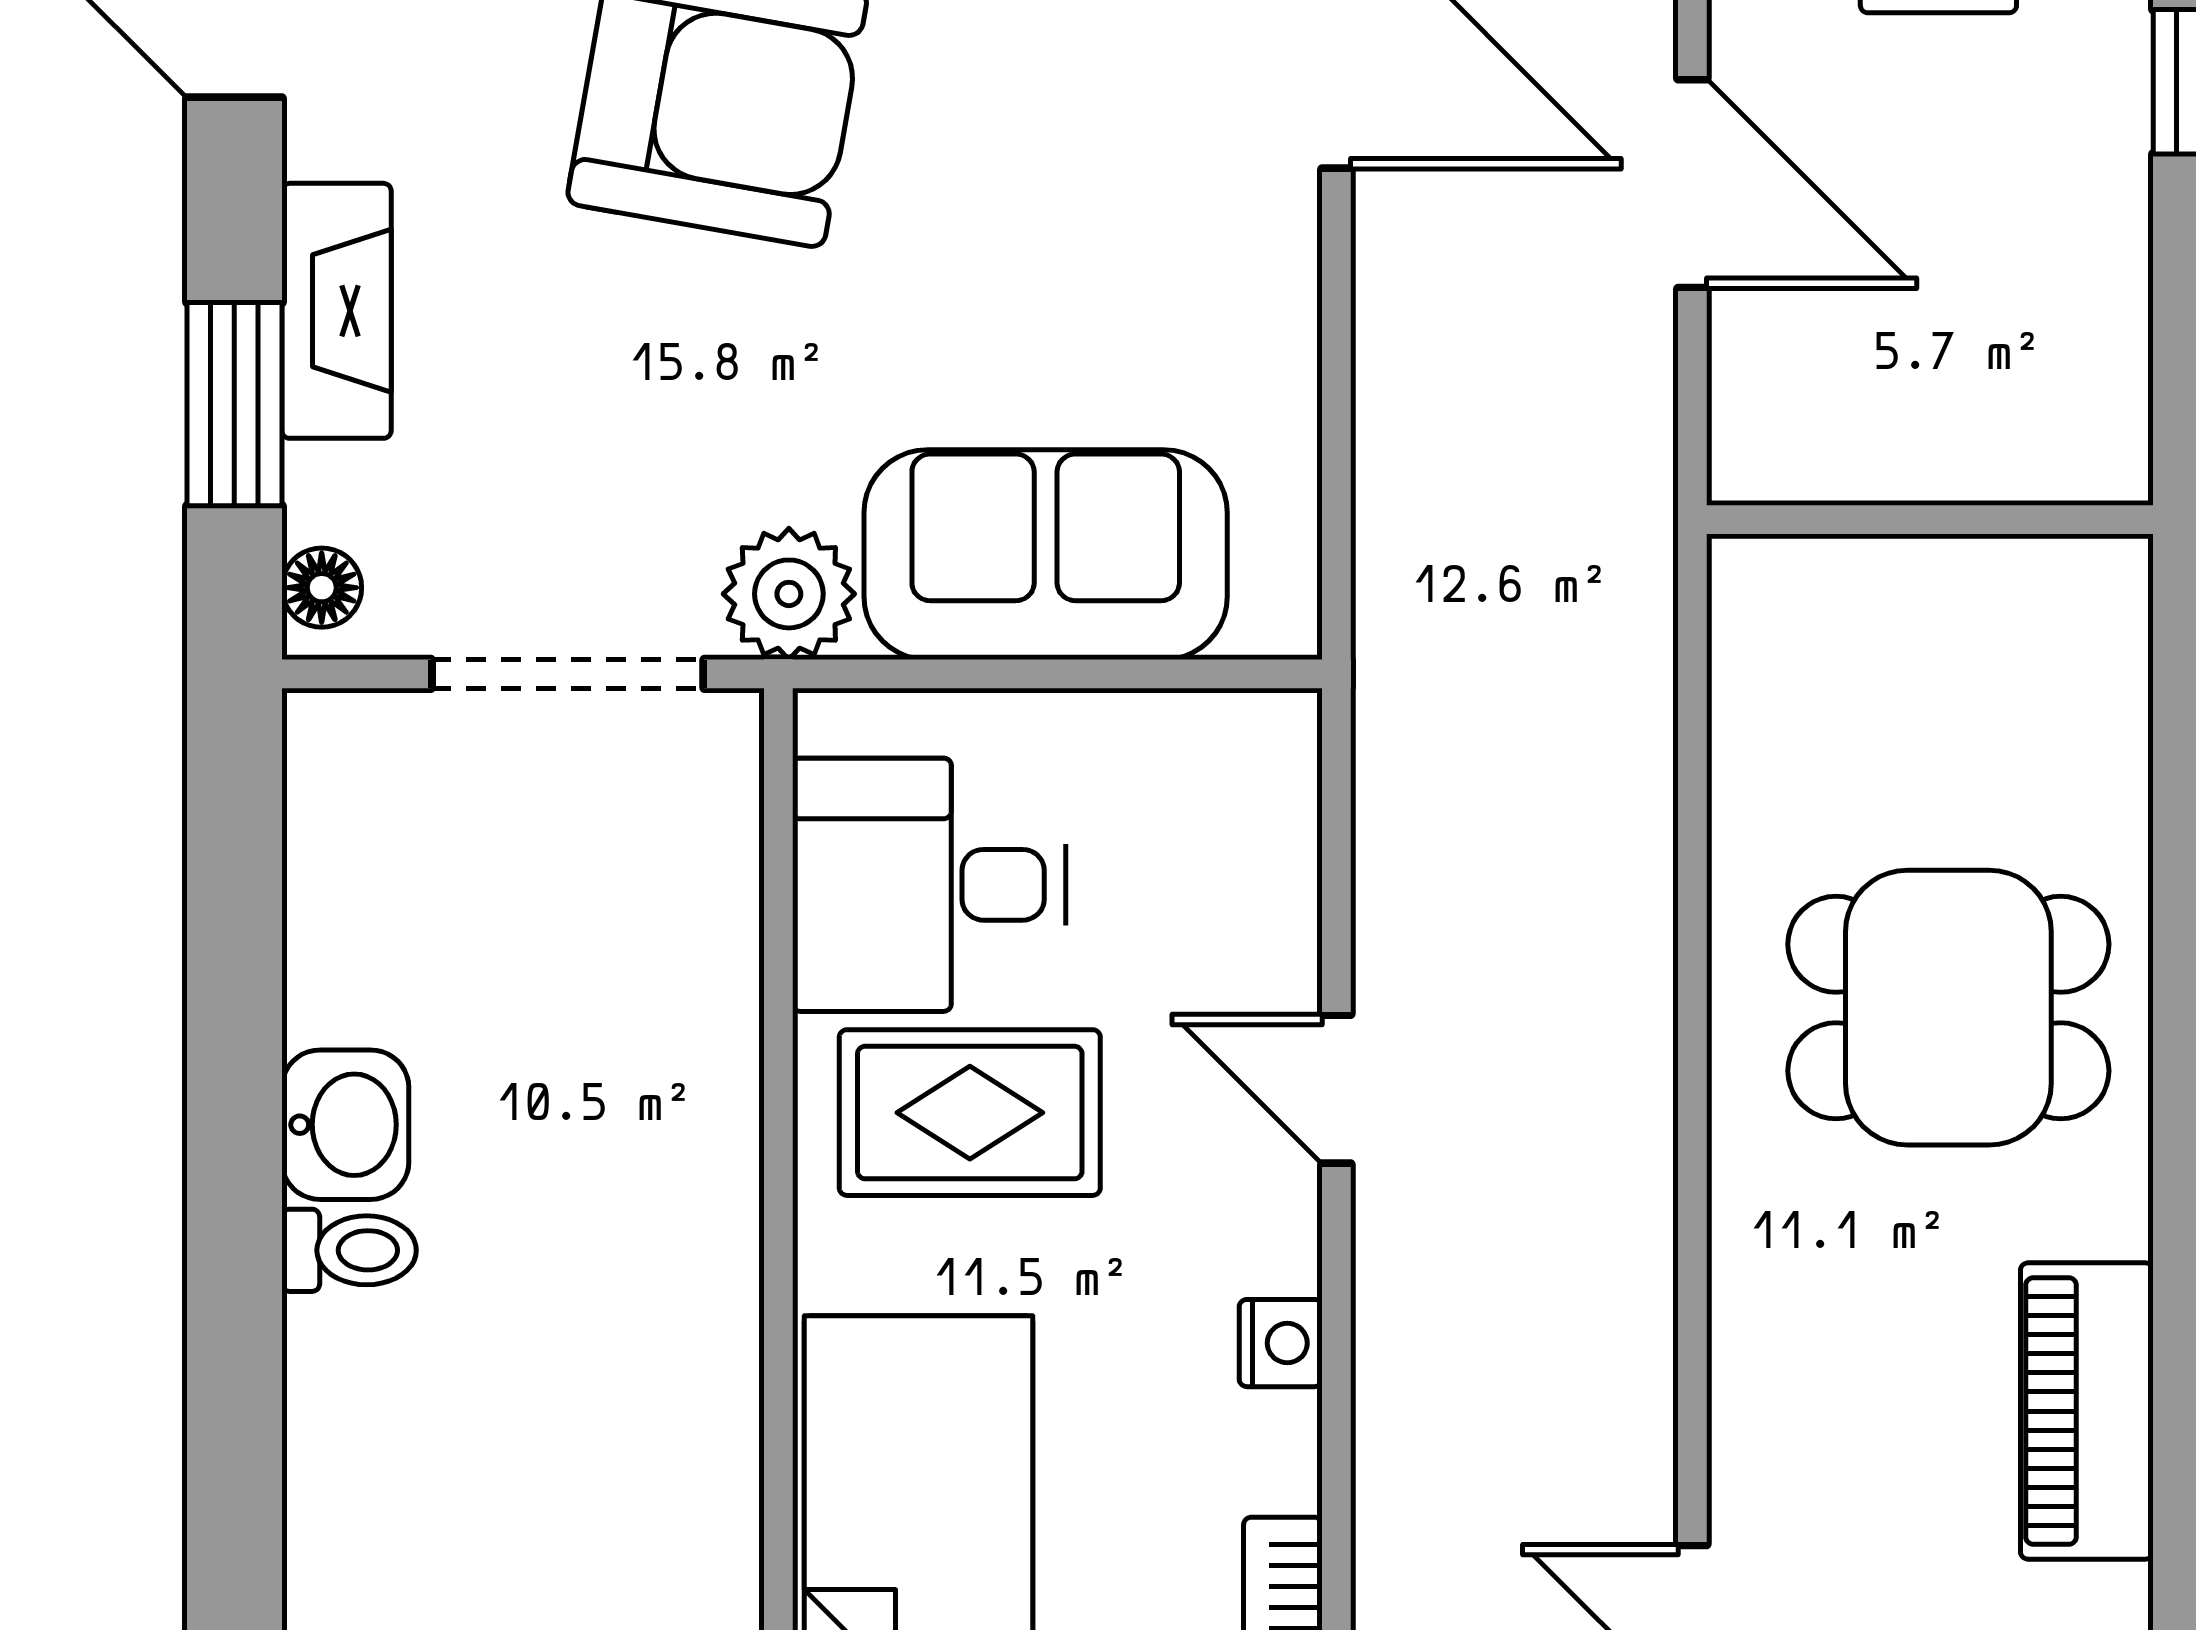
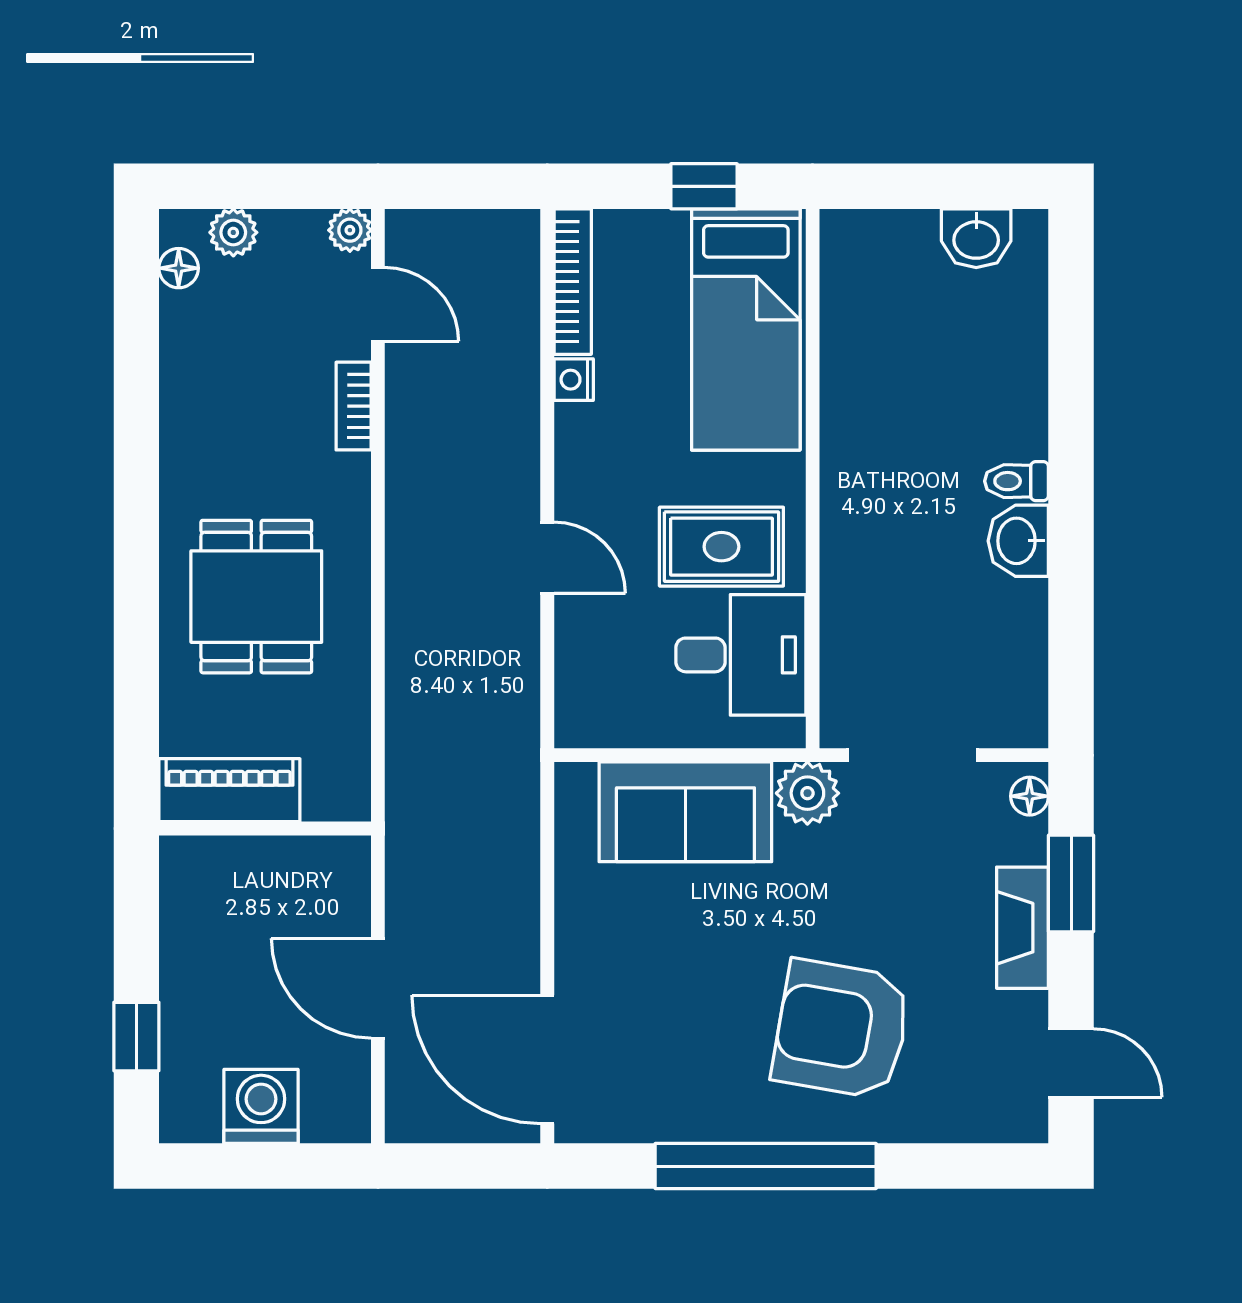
dining table: (1948, 1008) -> (256, 597), turned 90
nightstand: (1281, 1343) -> (574, 380), moved
bookcase: (1744, 1408) -> (354, 406), added
piano: (2087, 1411) -> (229, 790), moved, turned -90

